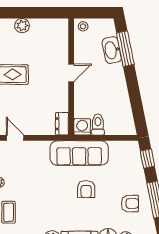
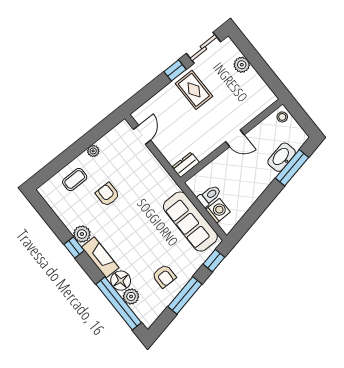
washing machine: (82, 127) -> (218, 211), moved
sofa: (79, 153) -> (190, 222), moved
armchair: (86, 189) -> (108, 194), moved, turned 90

